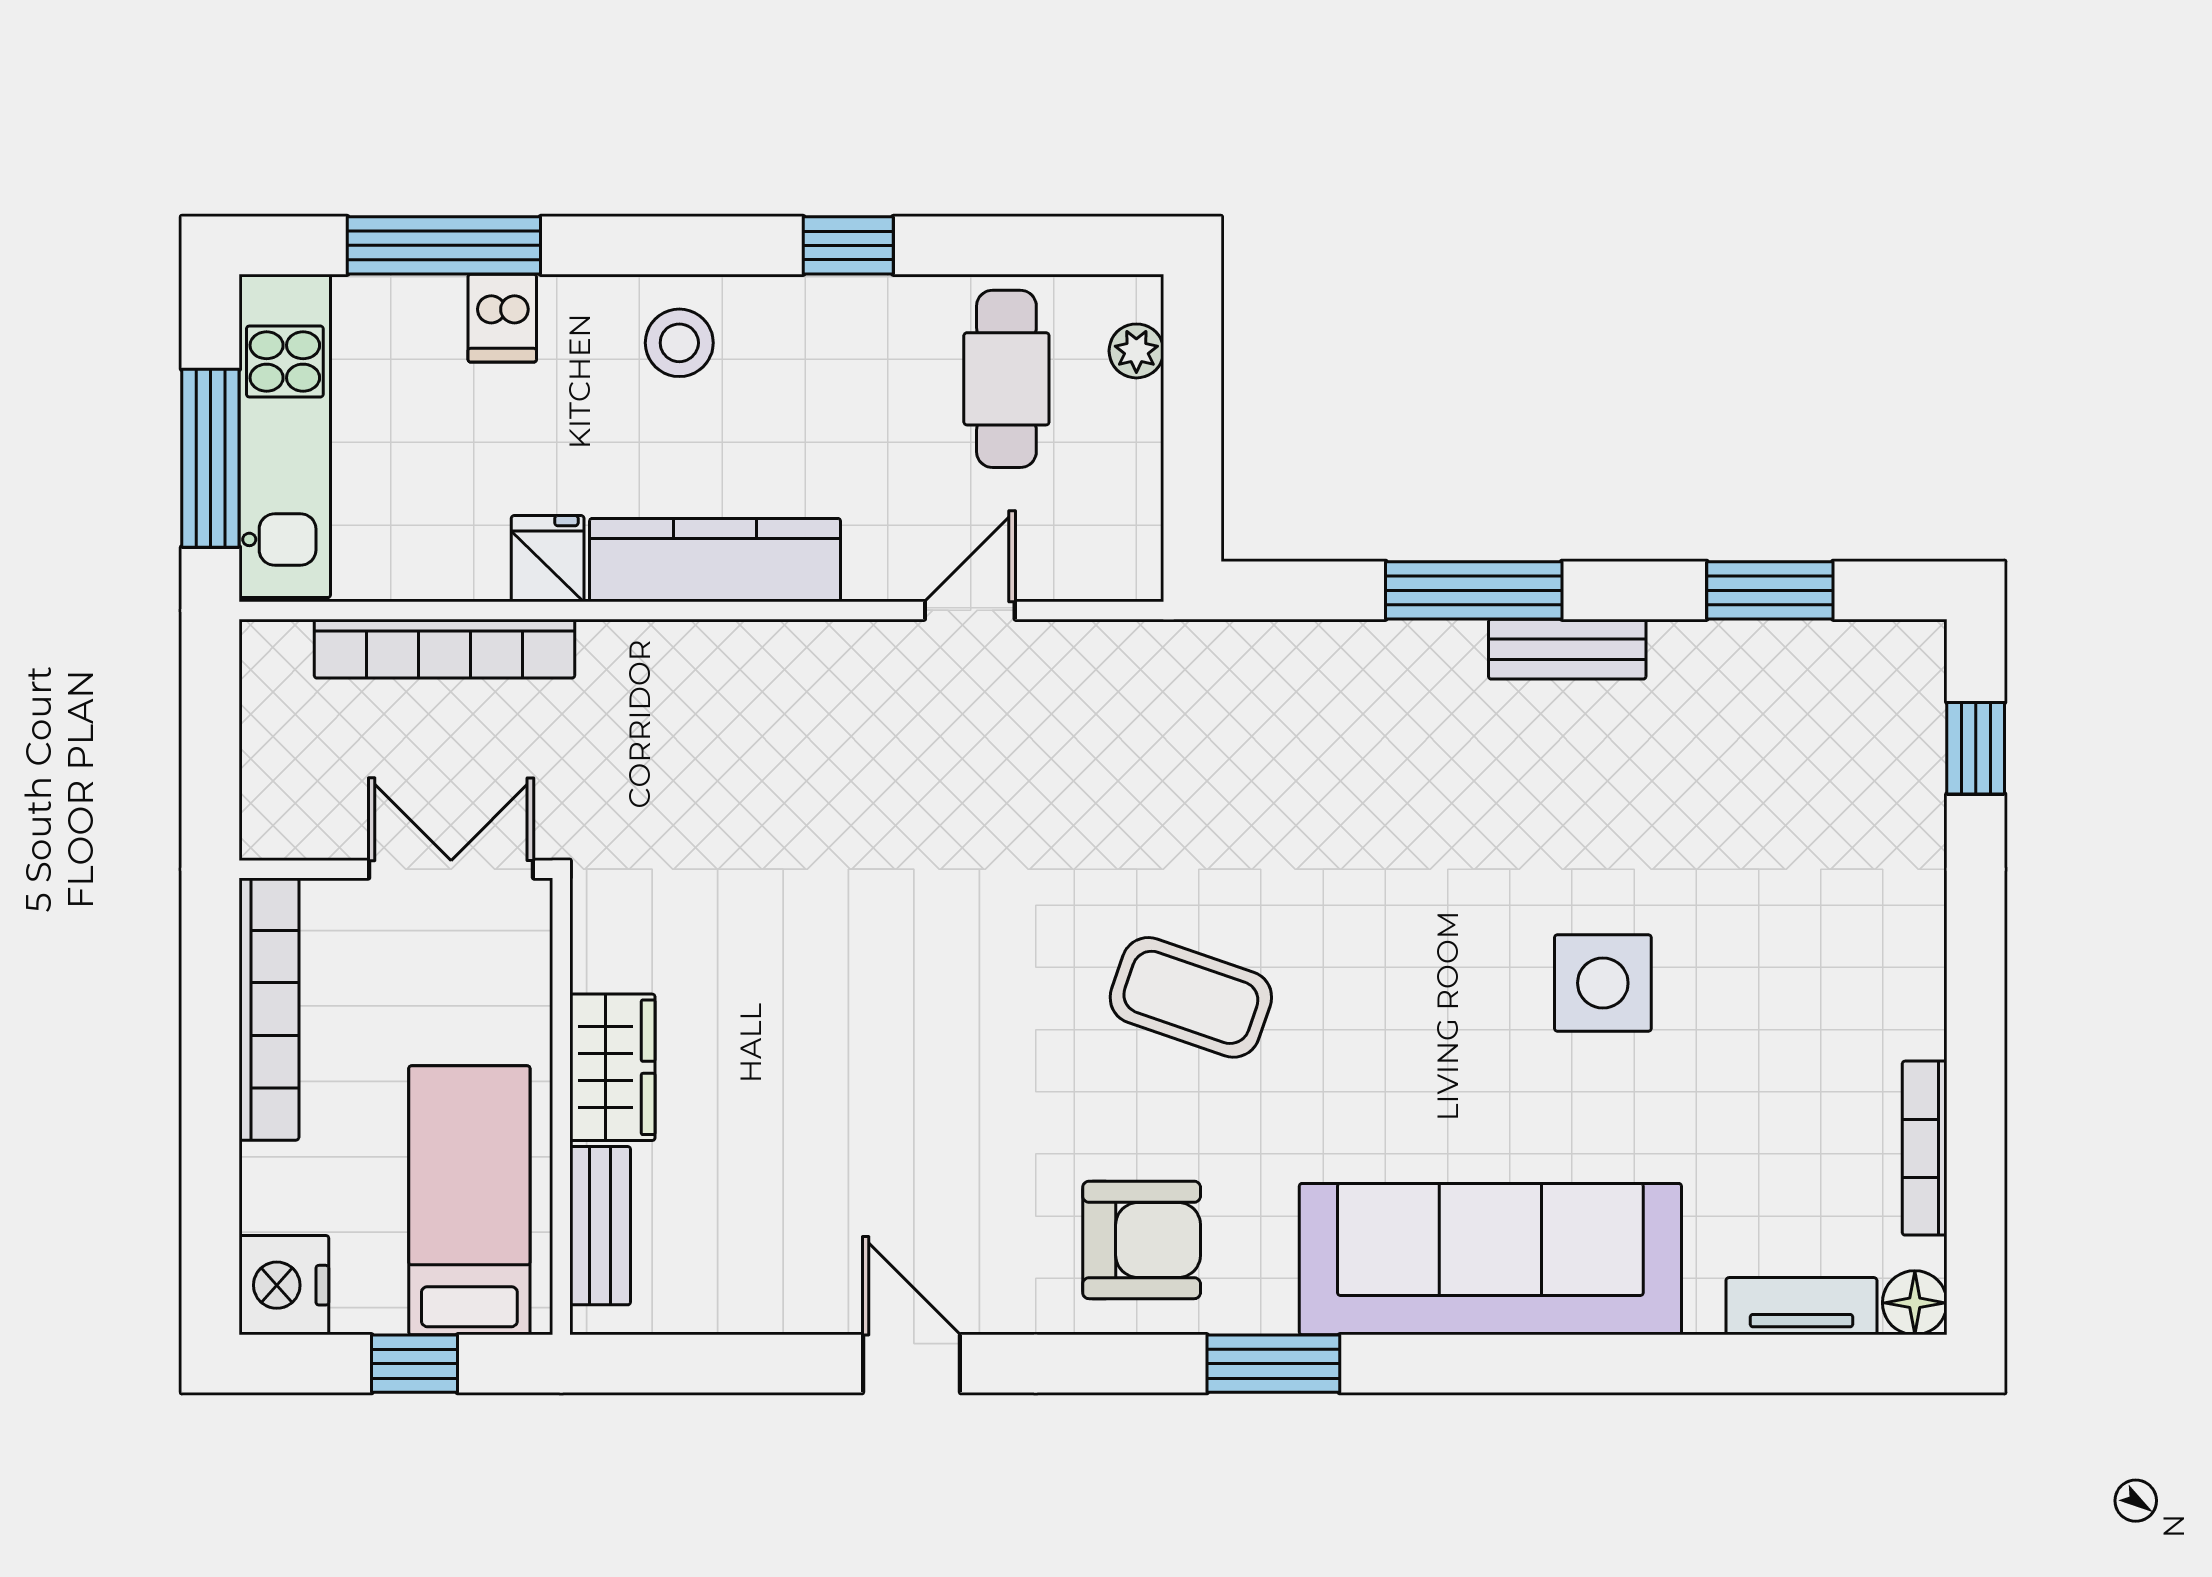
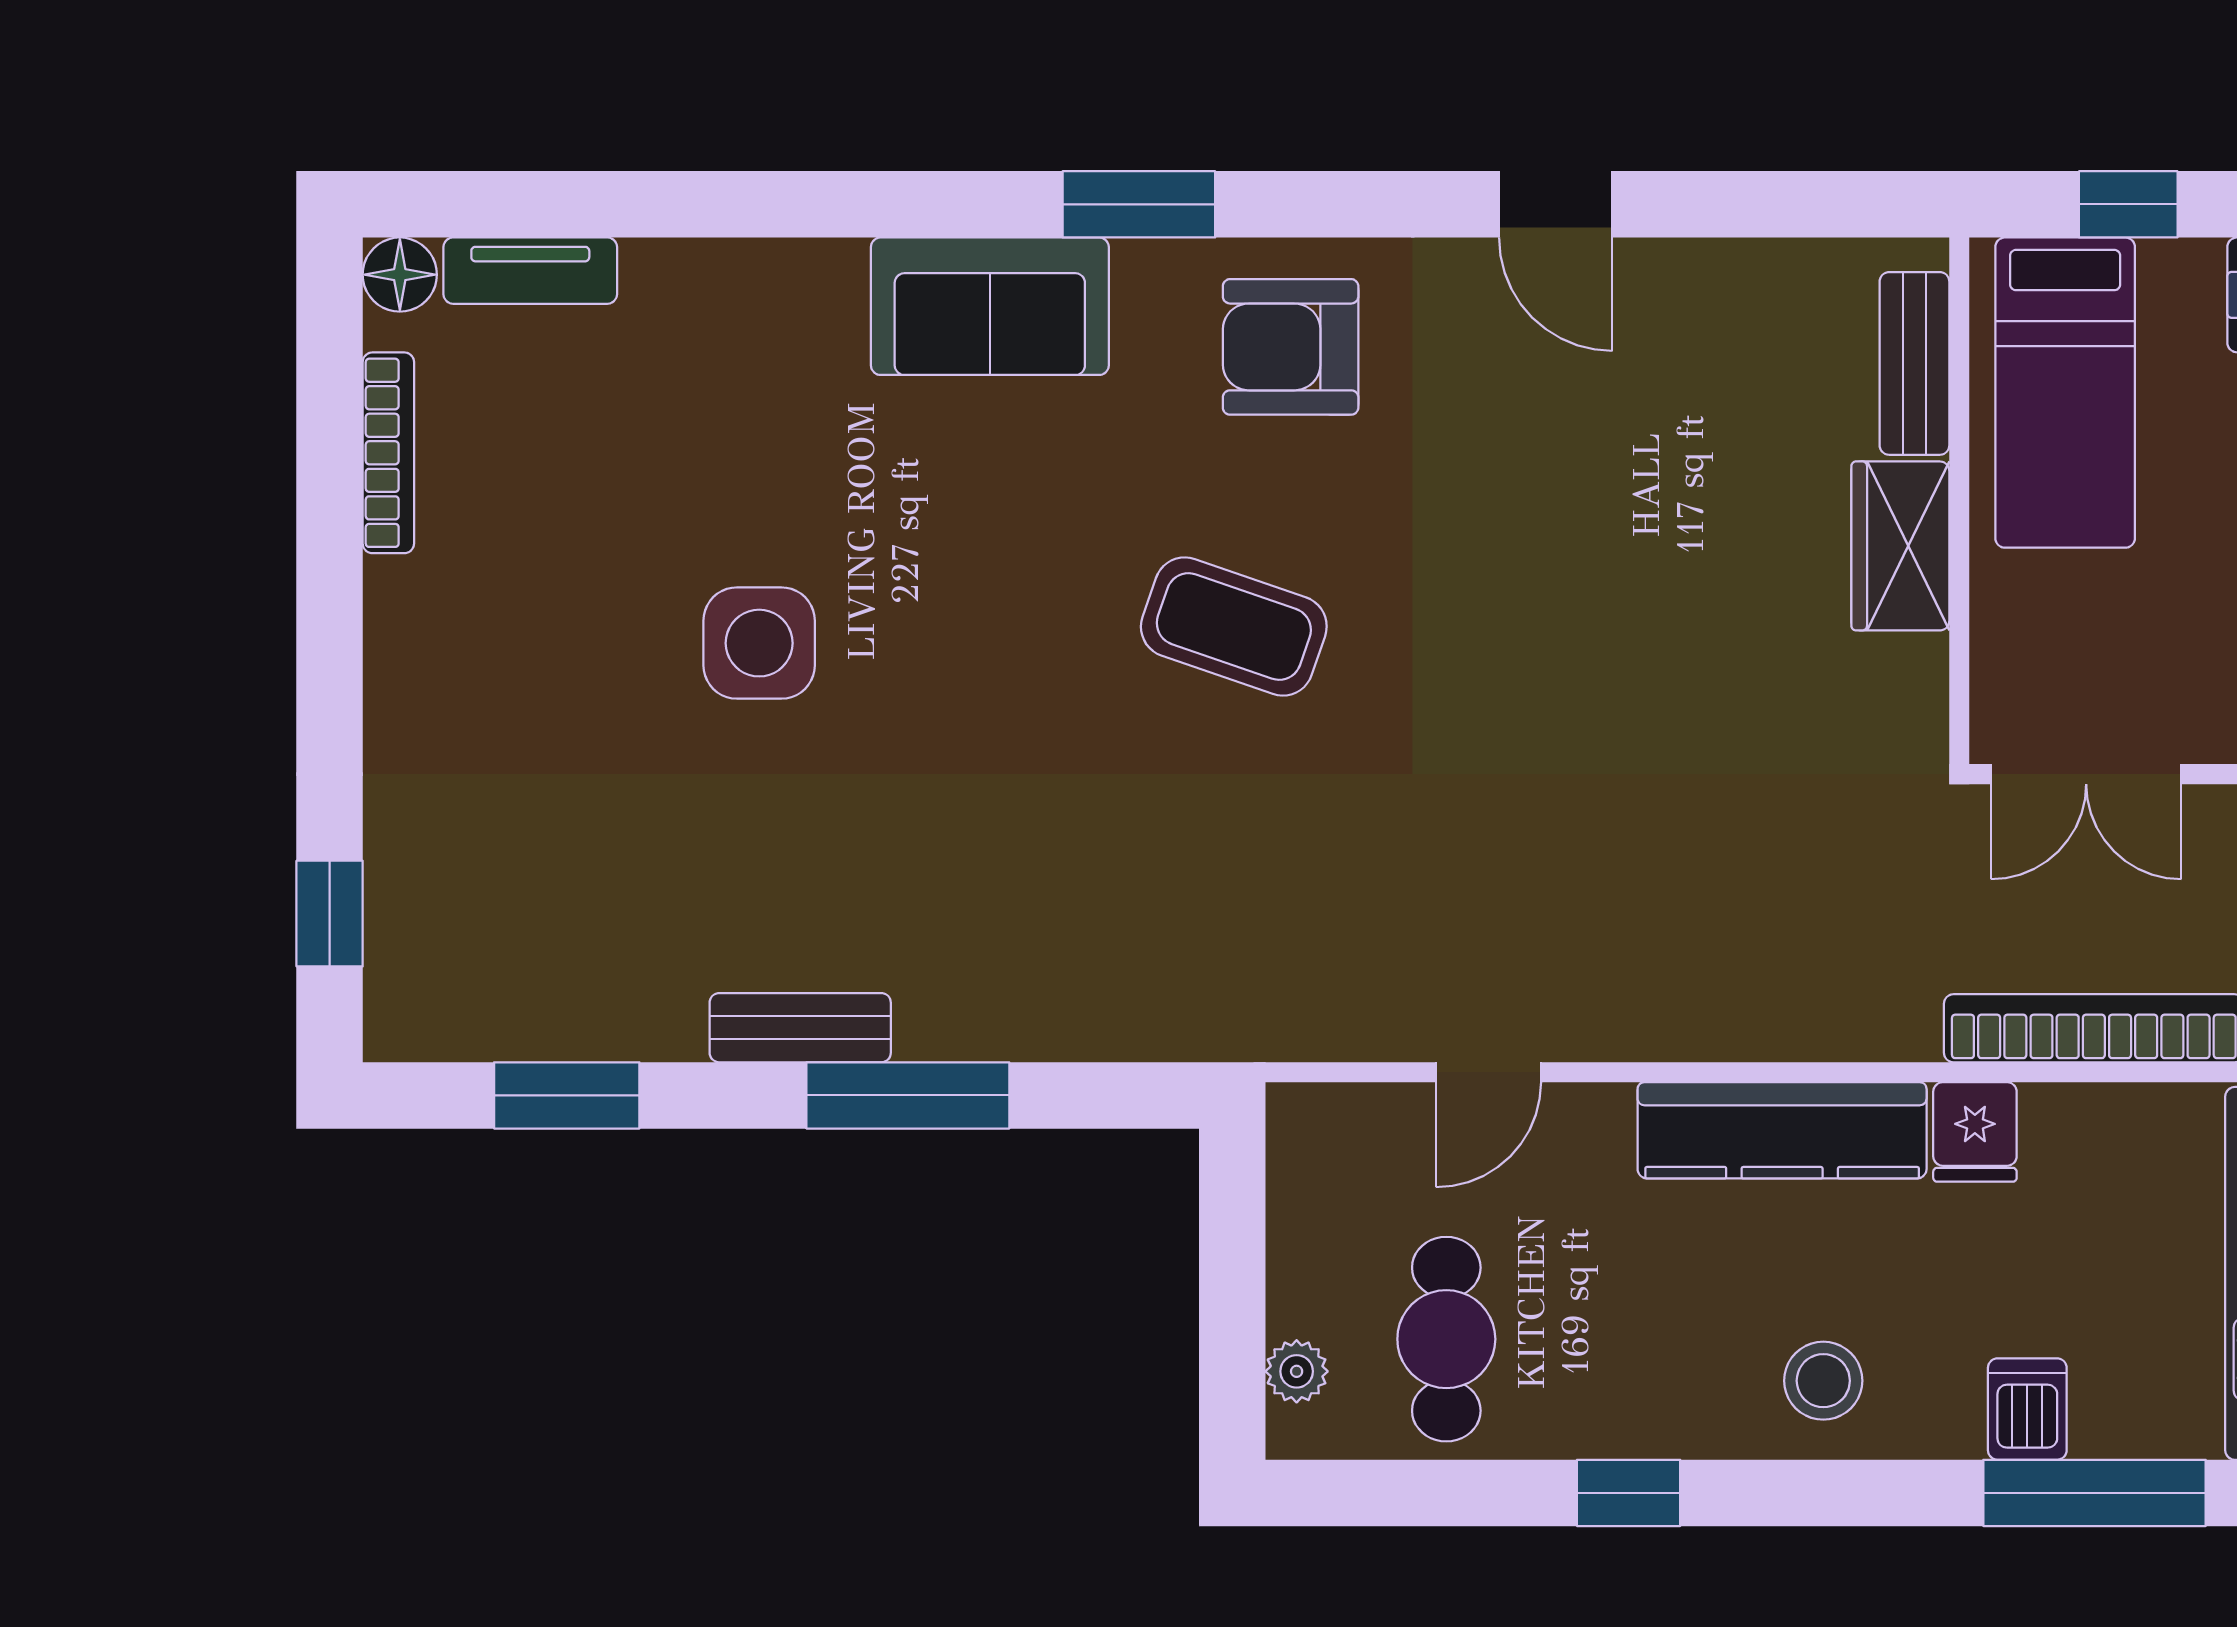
sofa: (1490, 1259) -> (990, 306), width x0.54, depth x0.79

